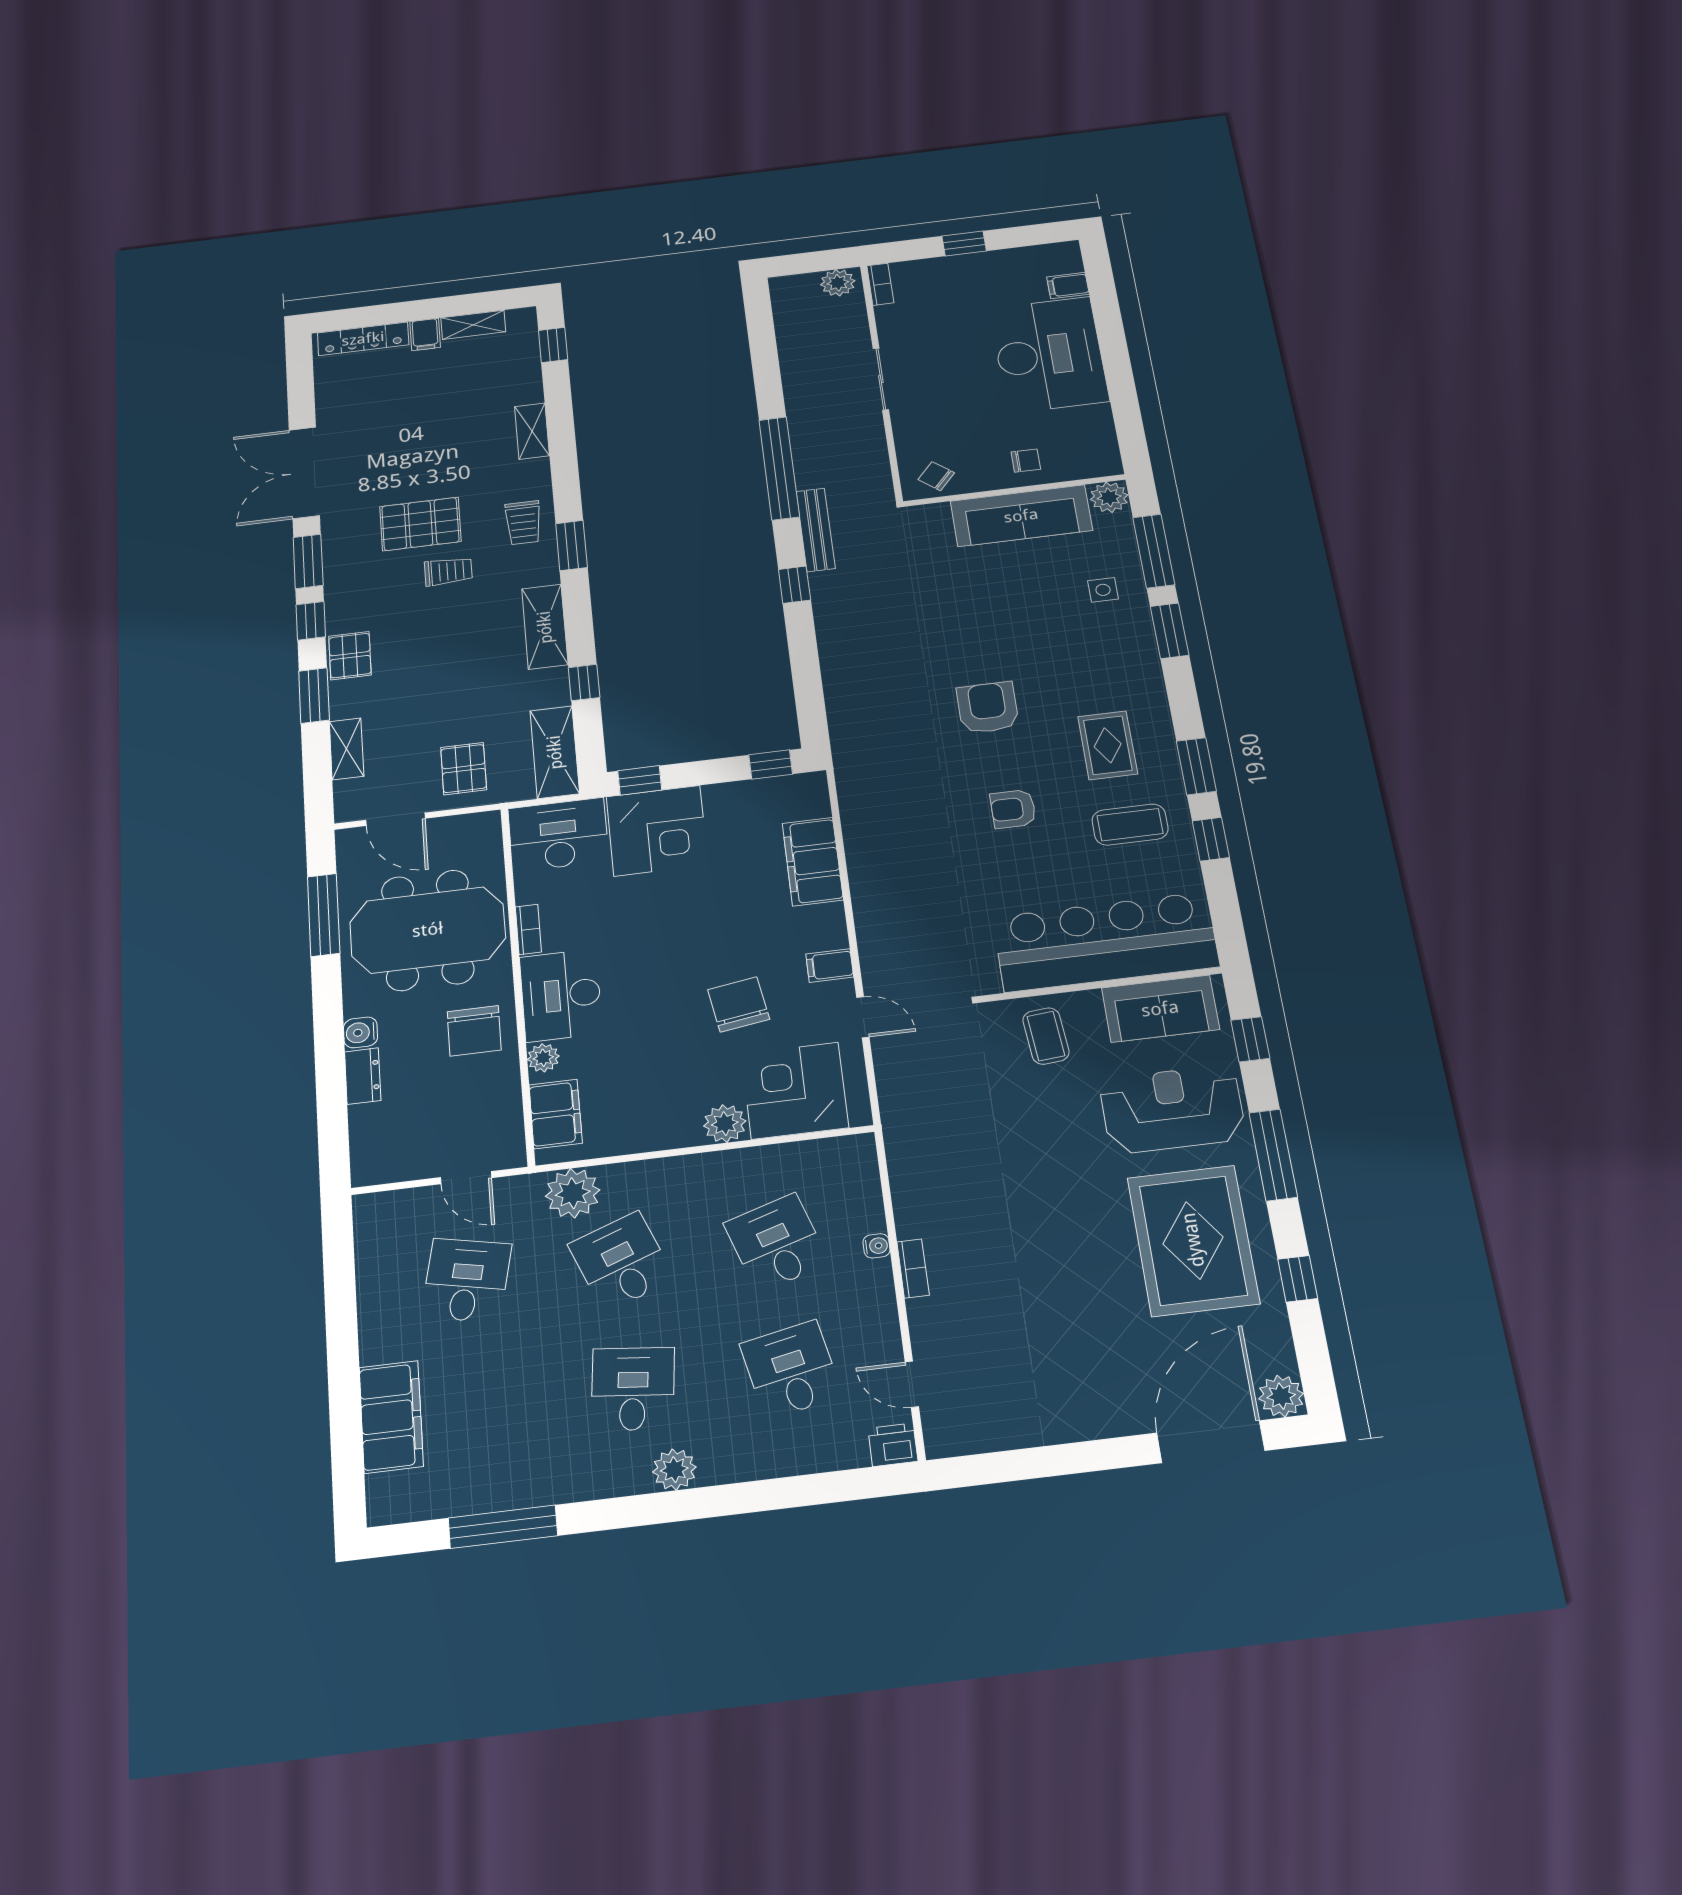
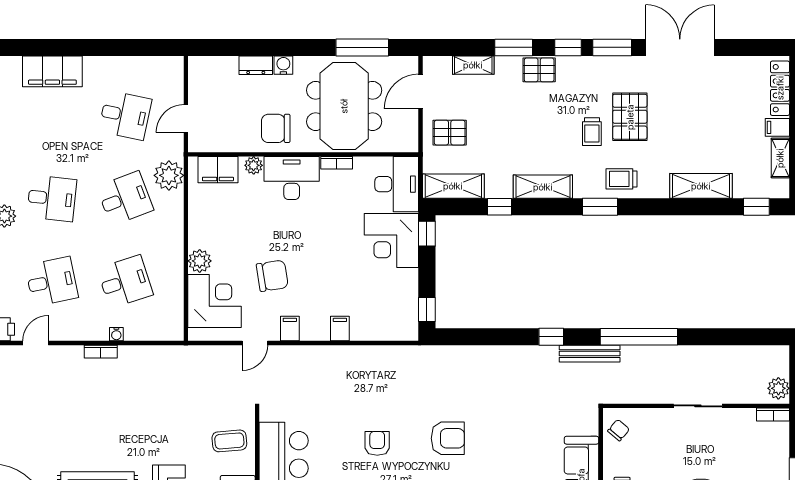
shelving: (532, 431) -> (701, 186), width x1.50, depth x1.33
filing cabinet: (813, 862) -> (340, 329), width x0.33, depth x0.86

